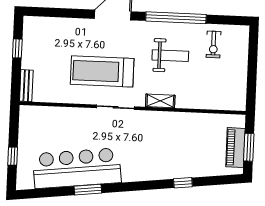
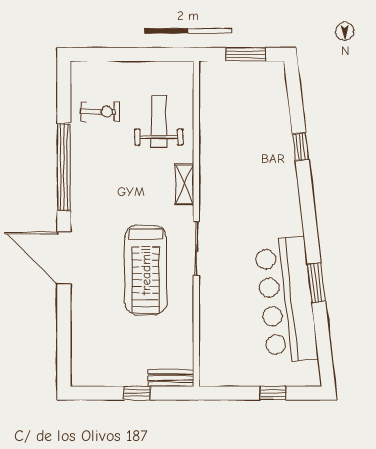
window: (17, 48) -> (137, 393), moved
weight bench: (170, 56) -> (159, 122), moved
piano: (235, 148) -> (247, 74), removed

